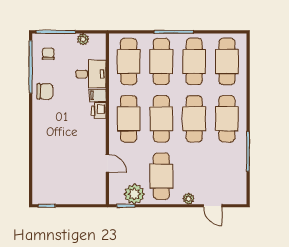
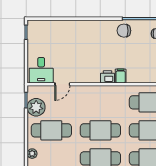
desk: (91, 74) -> (41, 70), moved
chair: (45, 91) -> (124, 31), turned 90
cafe table: (129, 119) -> (100, 102), removed

